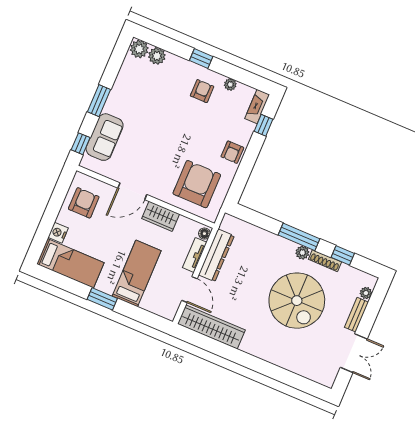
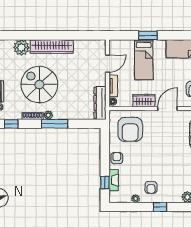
fireplace: (257, 107) -> (114, 180), moved
dresser: (216, 255) -> (100, 103), moved
window: (343, 255) -> (11, 124), moved
door: (189, 290) -> (107, 64), swing flipped
window: (102, 299) -> (148, 35), moved
wardrobe: (211, 327) -> (52, 47), moved
plant: (300, 363) -> (21, 48), added

